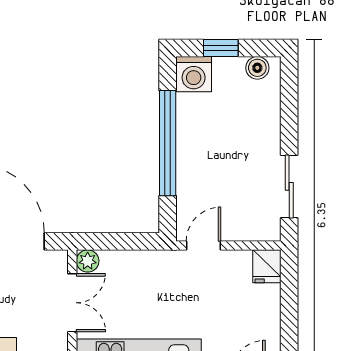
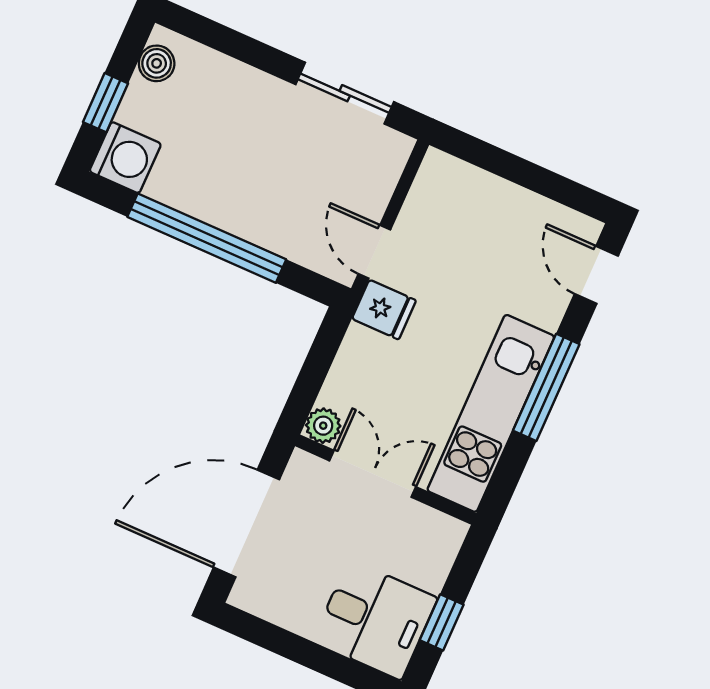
fridge: (267, 266) -> (384, 310), moved

